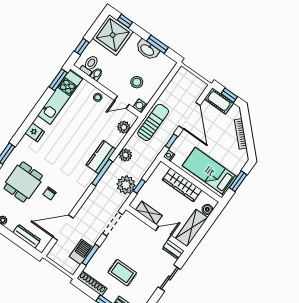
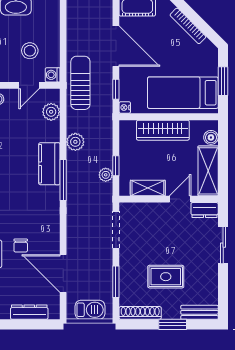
plant: (126, 185) -> (106, 175), width x0.53, depth x0.53
door: (63, 228) -> (63, 273), hinge flipped
barbecue: (81, 252) -> (90, 310), moved, turned 90

